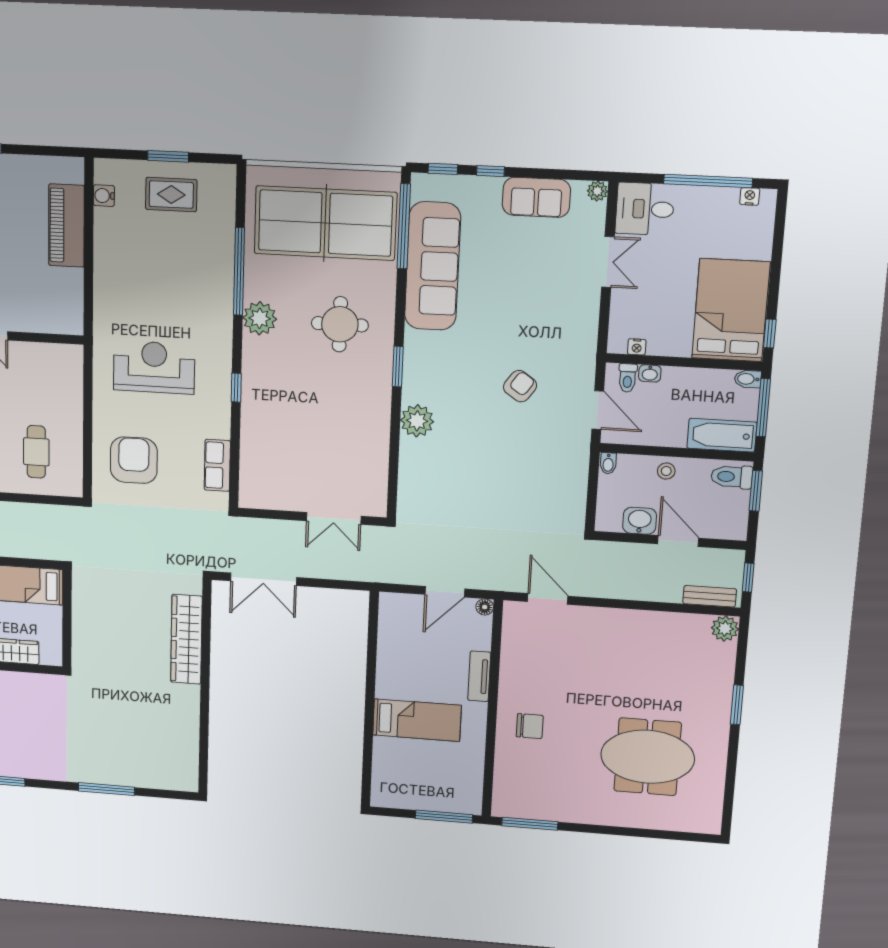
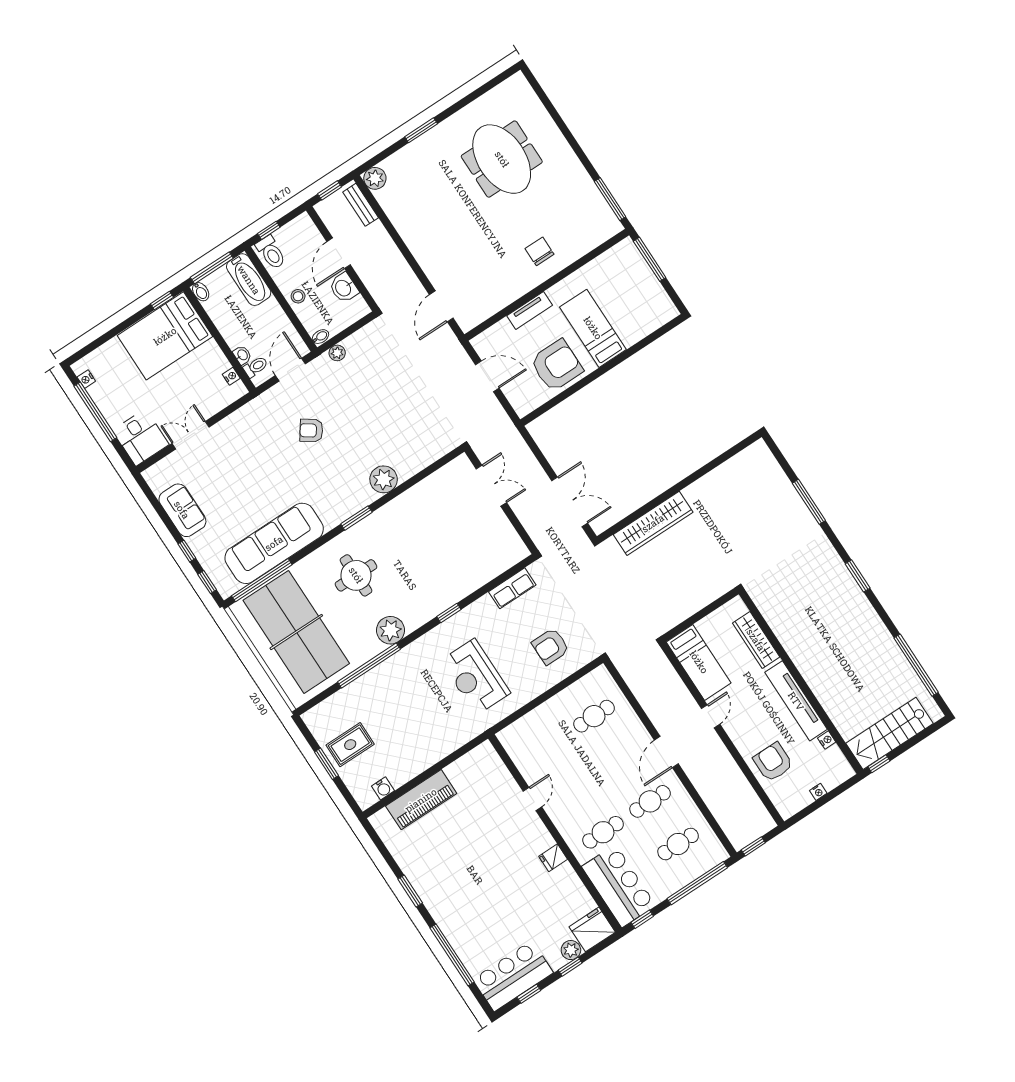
plant: (597, 191) -> (337, 353), moved
rug: (171, 195) -> (350, 745), turned 90
armchair: (134, 460) -> (551, 646), width x0.73, depth x0.73
window: (756, 491) -> (269, 230), width x0.67
floor lamp: (485, 607) -> (478, 343), removed
armchair: (406, 662) -> (557, 365), added

